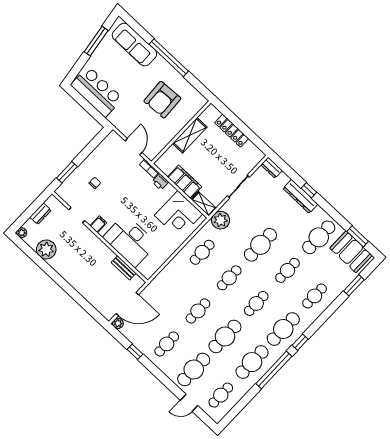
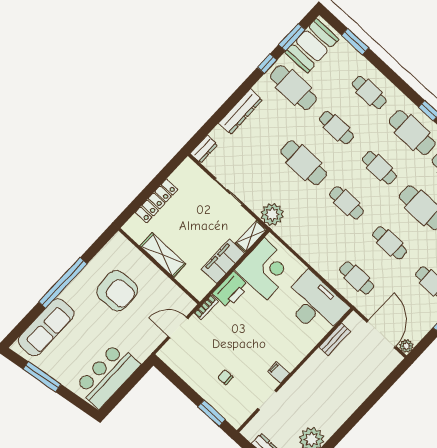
printer: (160, 182) -> (231, 290), width x1.87, depth x1.48
window: (309, 190) -> (267, 64), moved
desk: (130, 241) -> (315, 304), moved, turned -90
cafe table: (202, 252) -> (357, 278), moved

